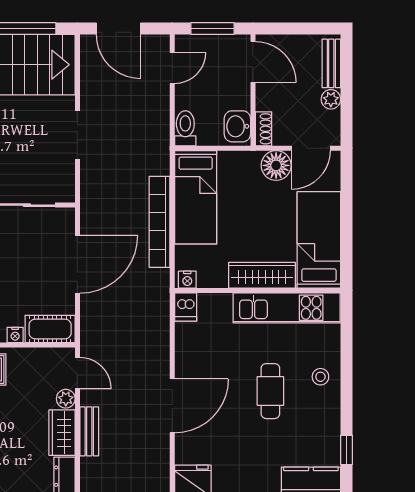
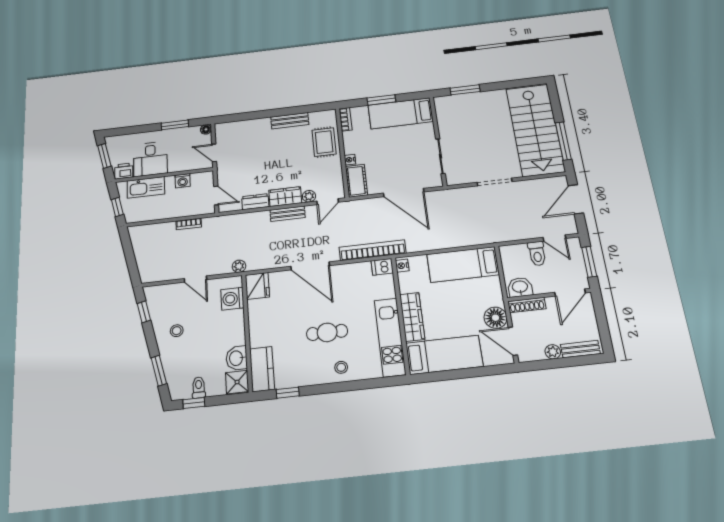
toilet: (185, 128) -> (537, 254), moved, turned 90
shoe rack: (263, 129) -> (527, 305), width x1.43
bookcase: (160, 222) -> (373, 250), moved

